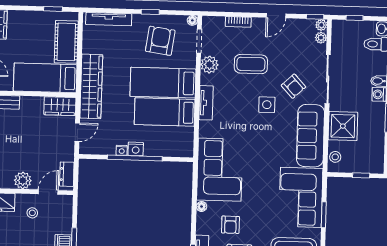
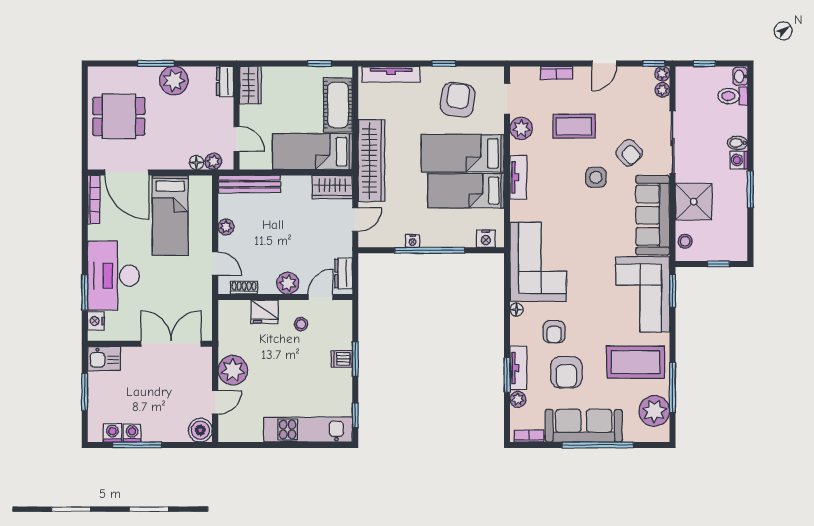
floor lamp: (192, 20) -> (498, 73), removed
nightstand: (136, 149) -> (486, 239), moved
window: (324, 215) -> (673, 291), moved

